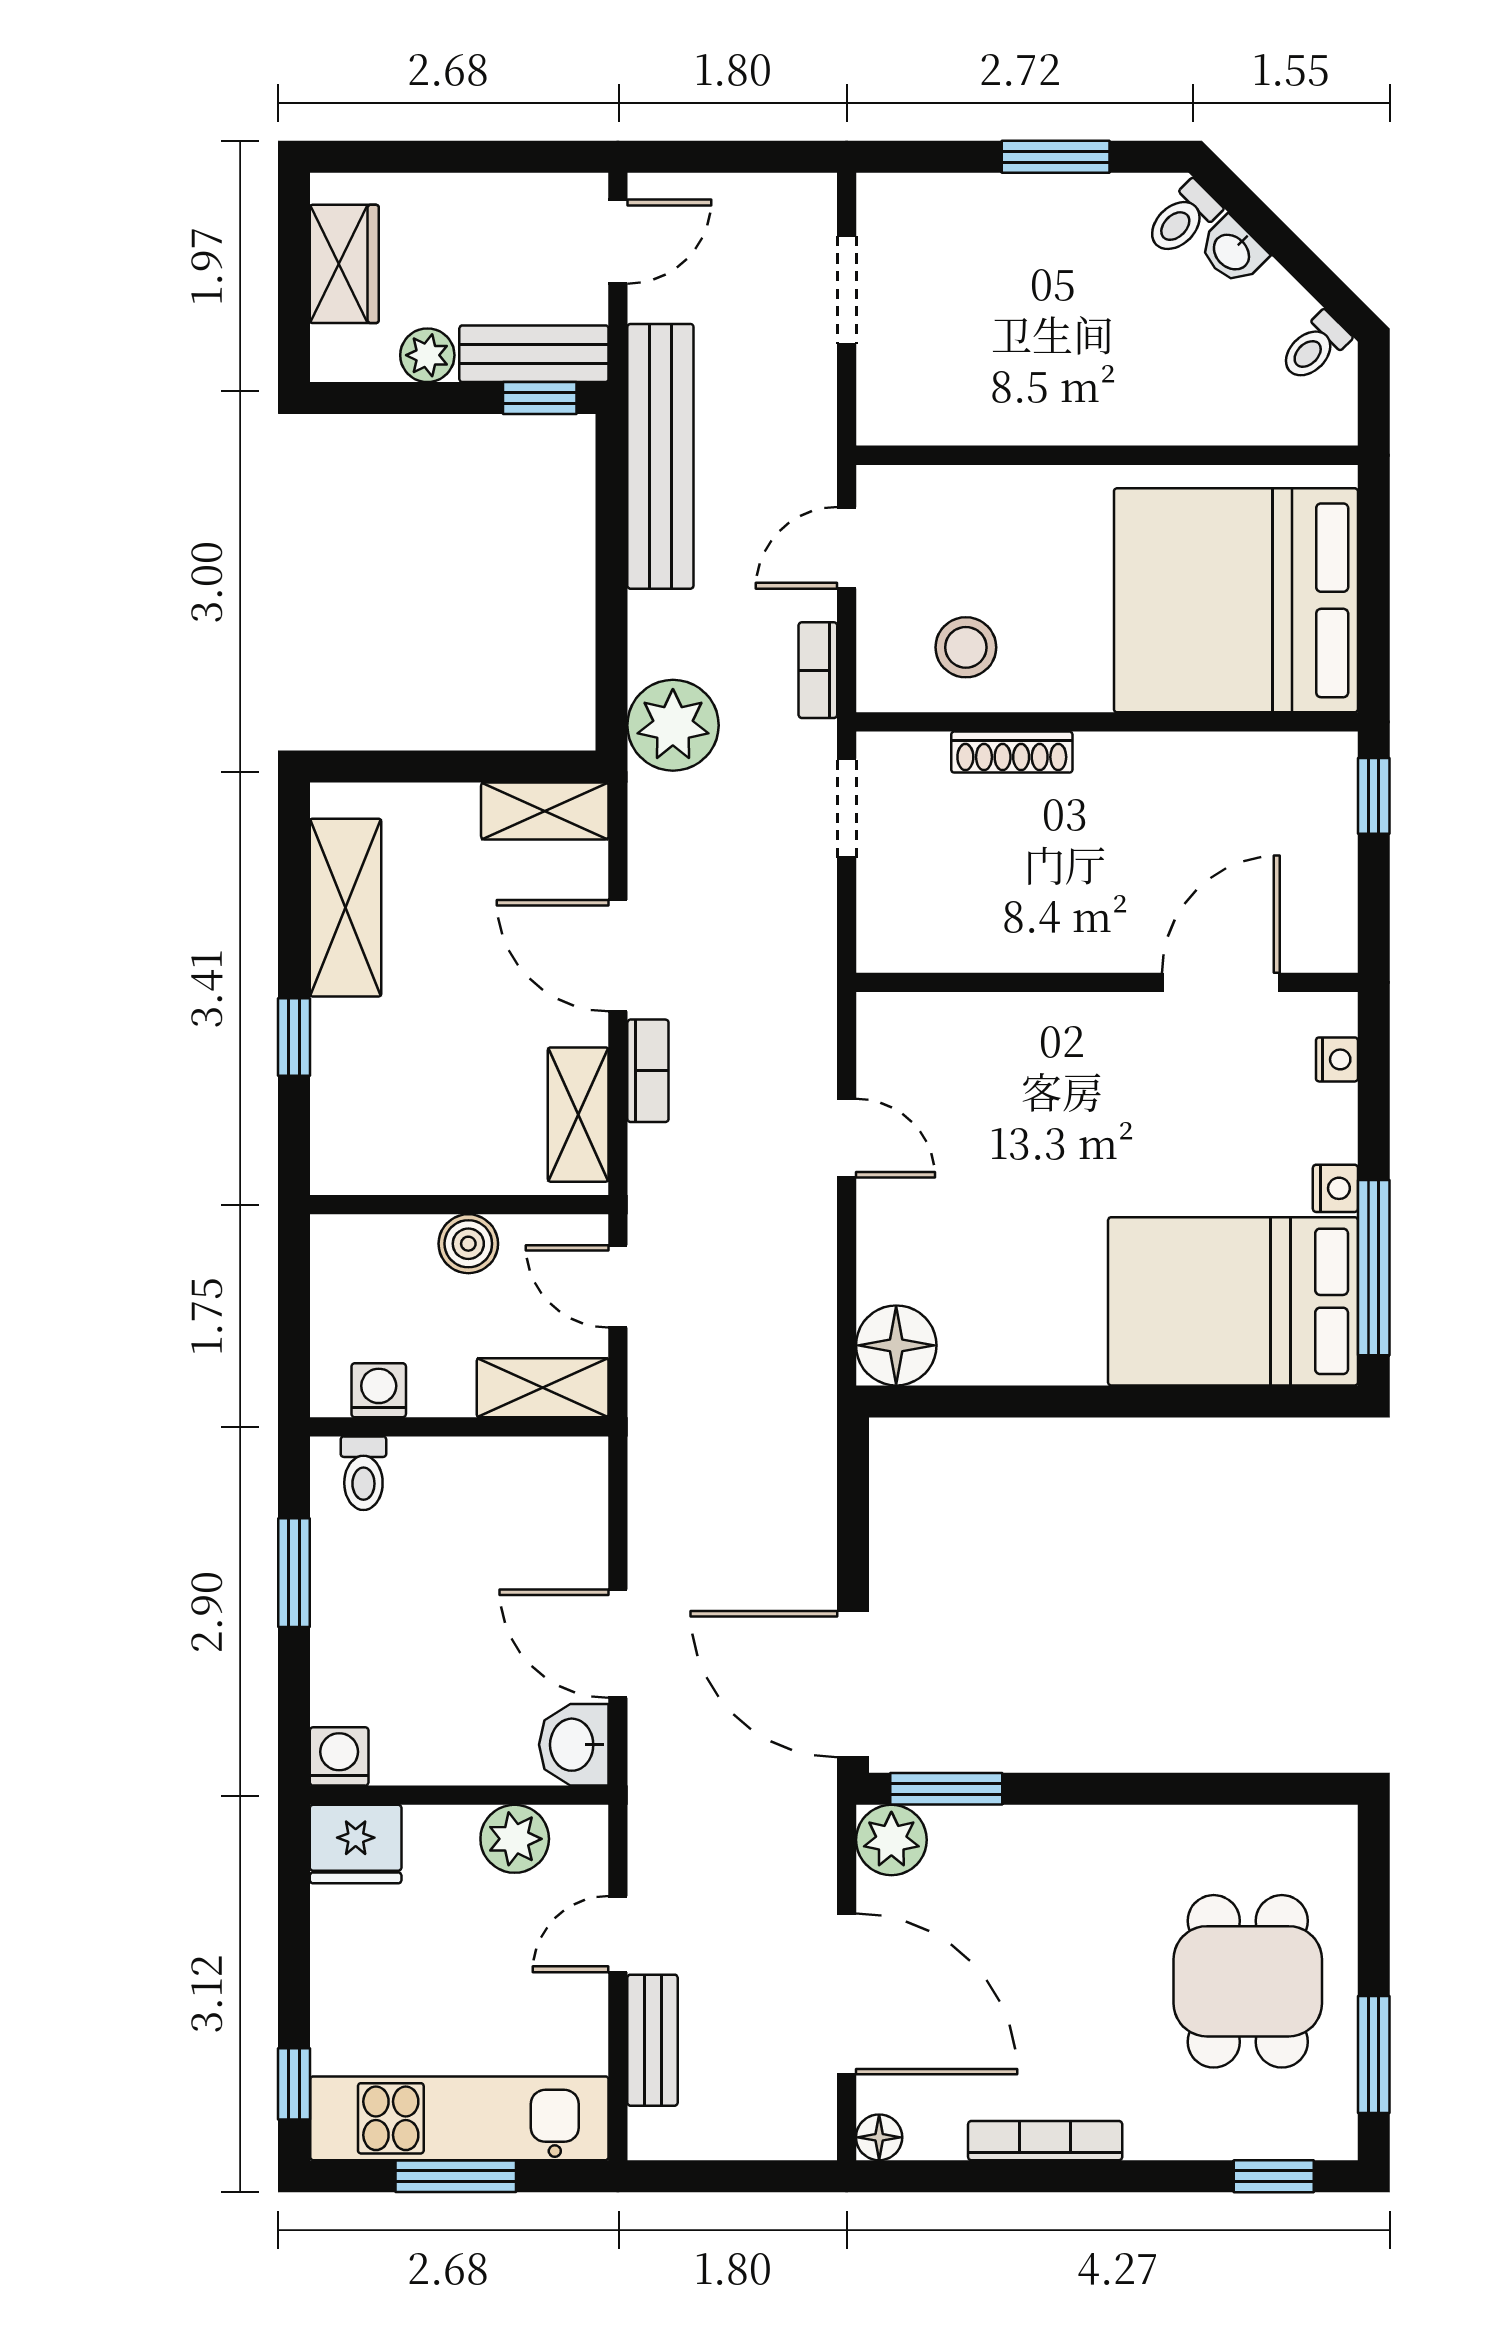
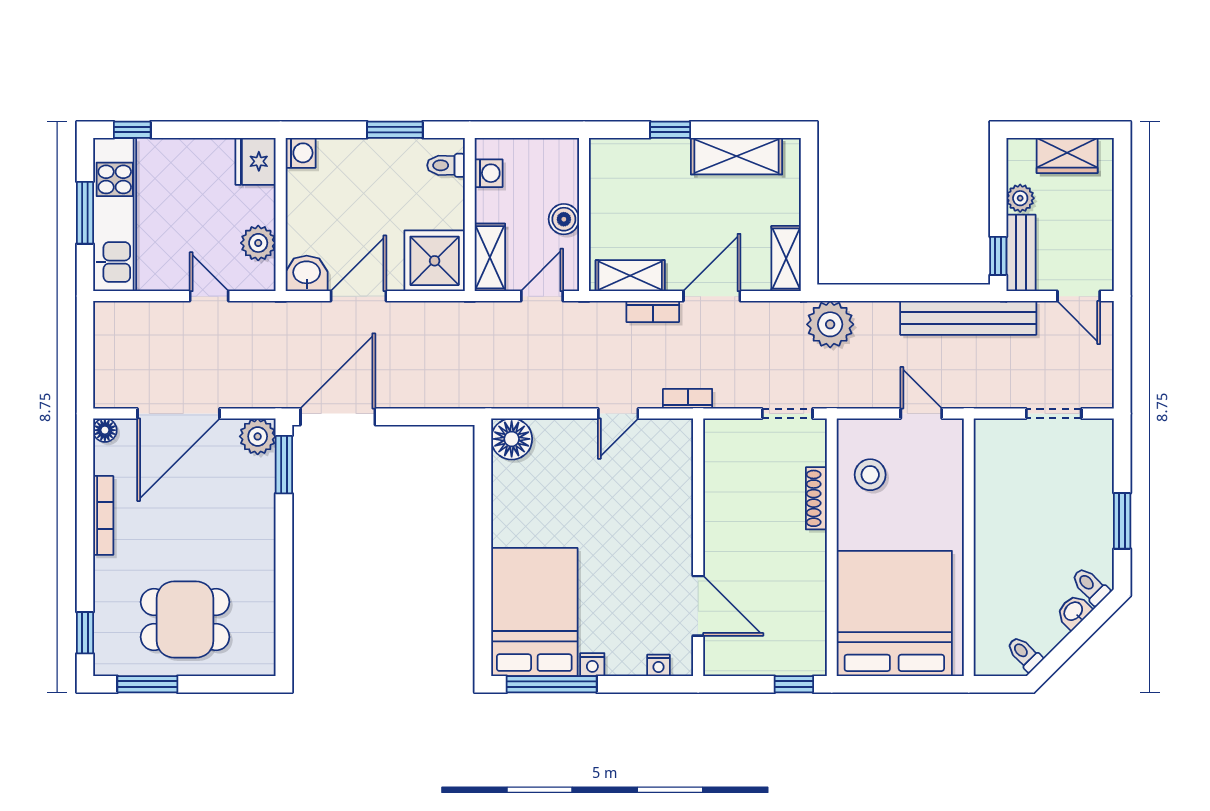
bookcase: (818, 670) -> (688, 399), moved
shower: (549, 1495) -> (435, 261), added
bench: (653, 2040) -> (155, 314), removed

